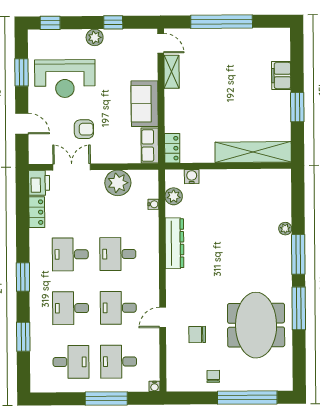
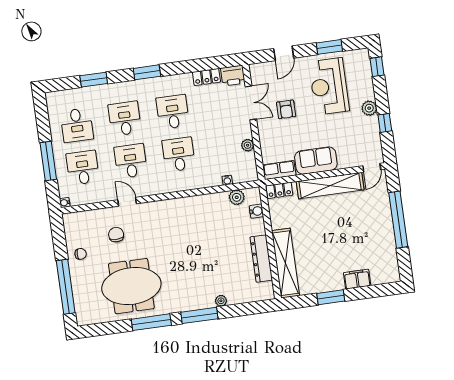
shelving: (172, 72) -> (330, 186), width x2.20, depth x1.33
plant: (118, 183) -> (248, 145), width x0.53, depth x0.53
dresser: (174, 243) -> (261, 259), moved, turned 90

